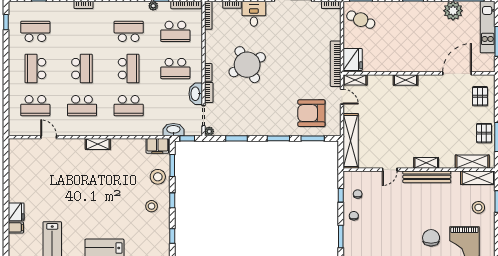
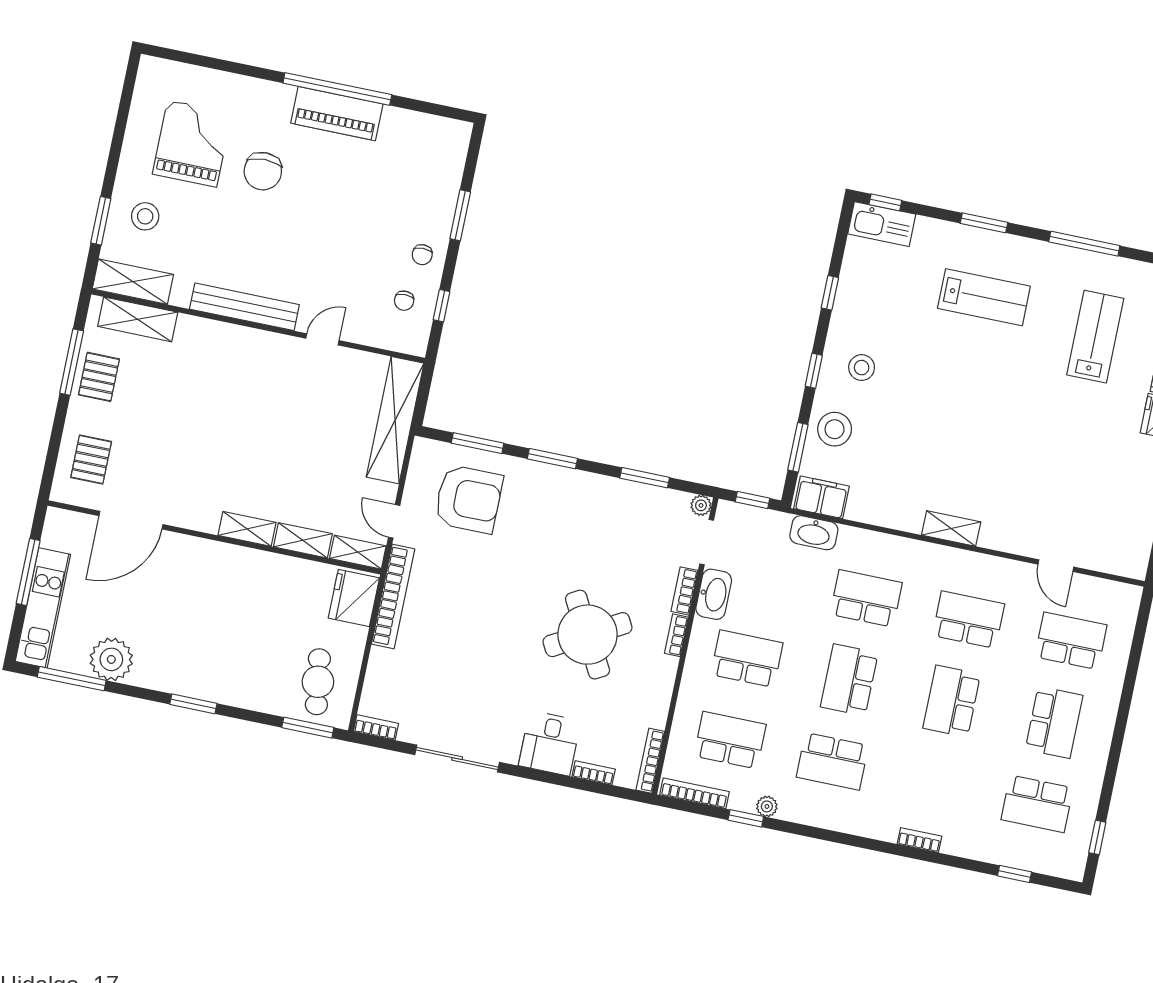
cafe table: (361, 20) -> (318, 682), turned 59
washbasin: (173, 130) -> (814, 533), moved
shelving: (426, 163) -> (303, 540), moved

